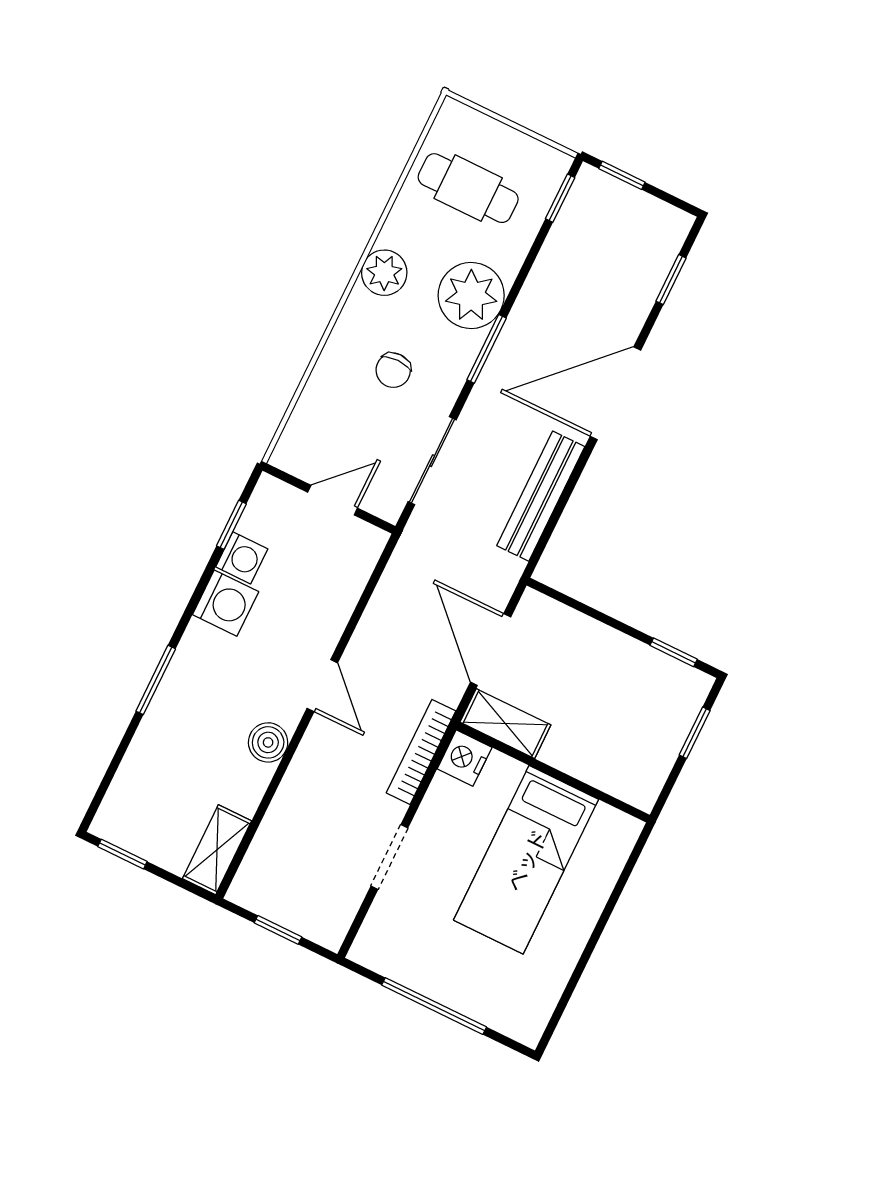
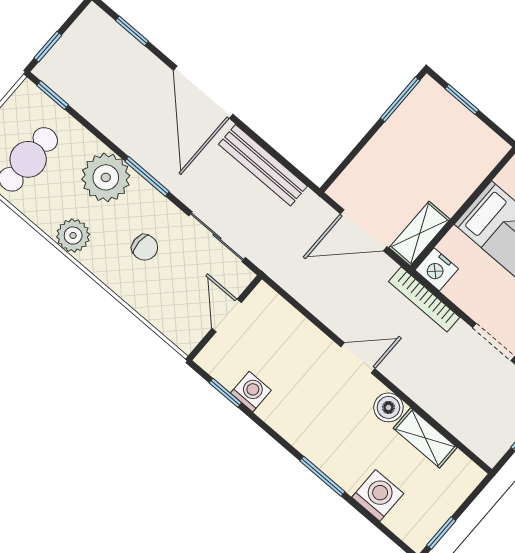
washing machine: (226, 603) -> (378, 495), moved
window: (674, 652) -> (400, 99), width x1.50
shelving: (217, 850) -> (425, 438), moved

